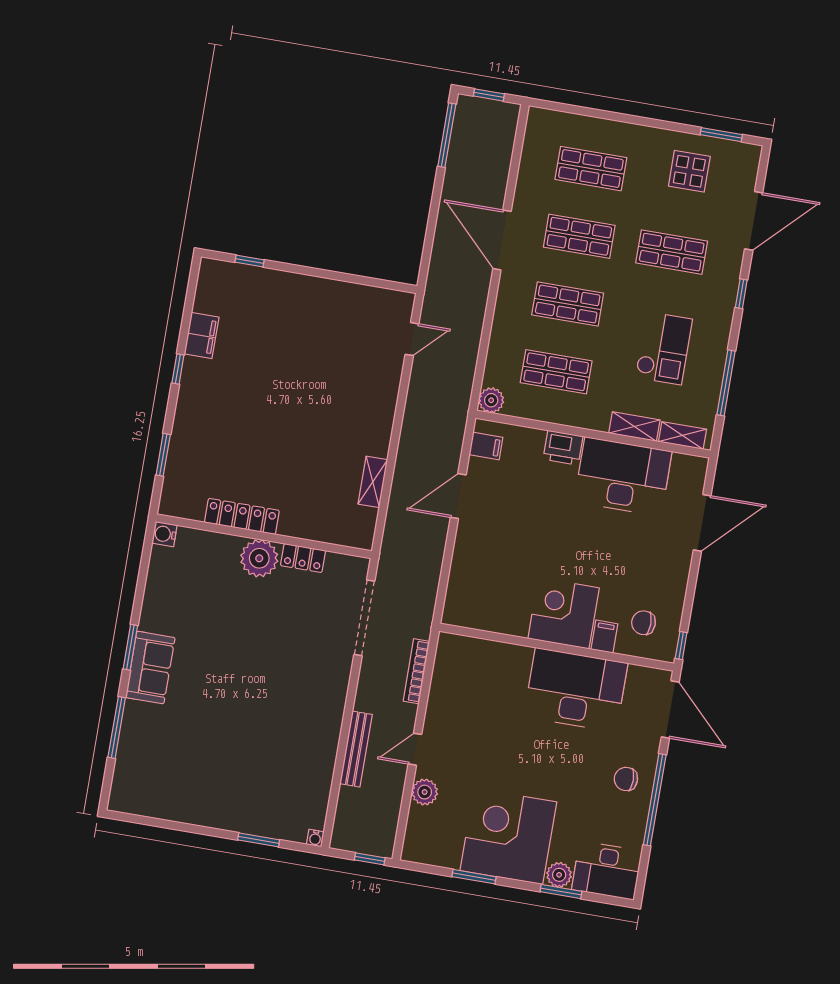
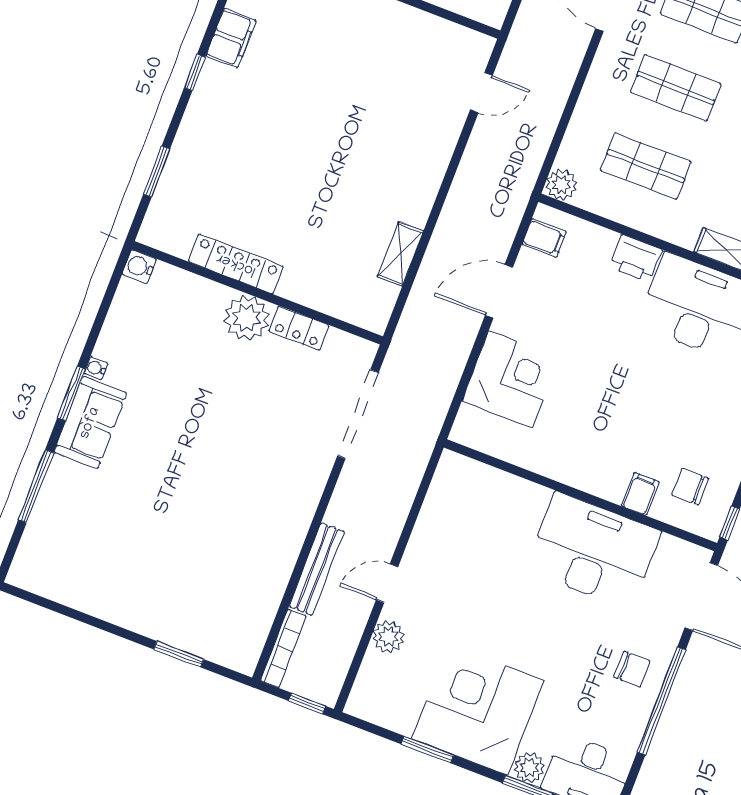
corner desk: (564, 613) -> (510, 379), moved, turned 90
bookcase: (416, 671) -> (283, 648), moved, turned 180
chair: (626, 779) -> (632, 669), turned 180
water cooler: (315, 838) -> (96, 368), moved, turned 90

